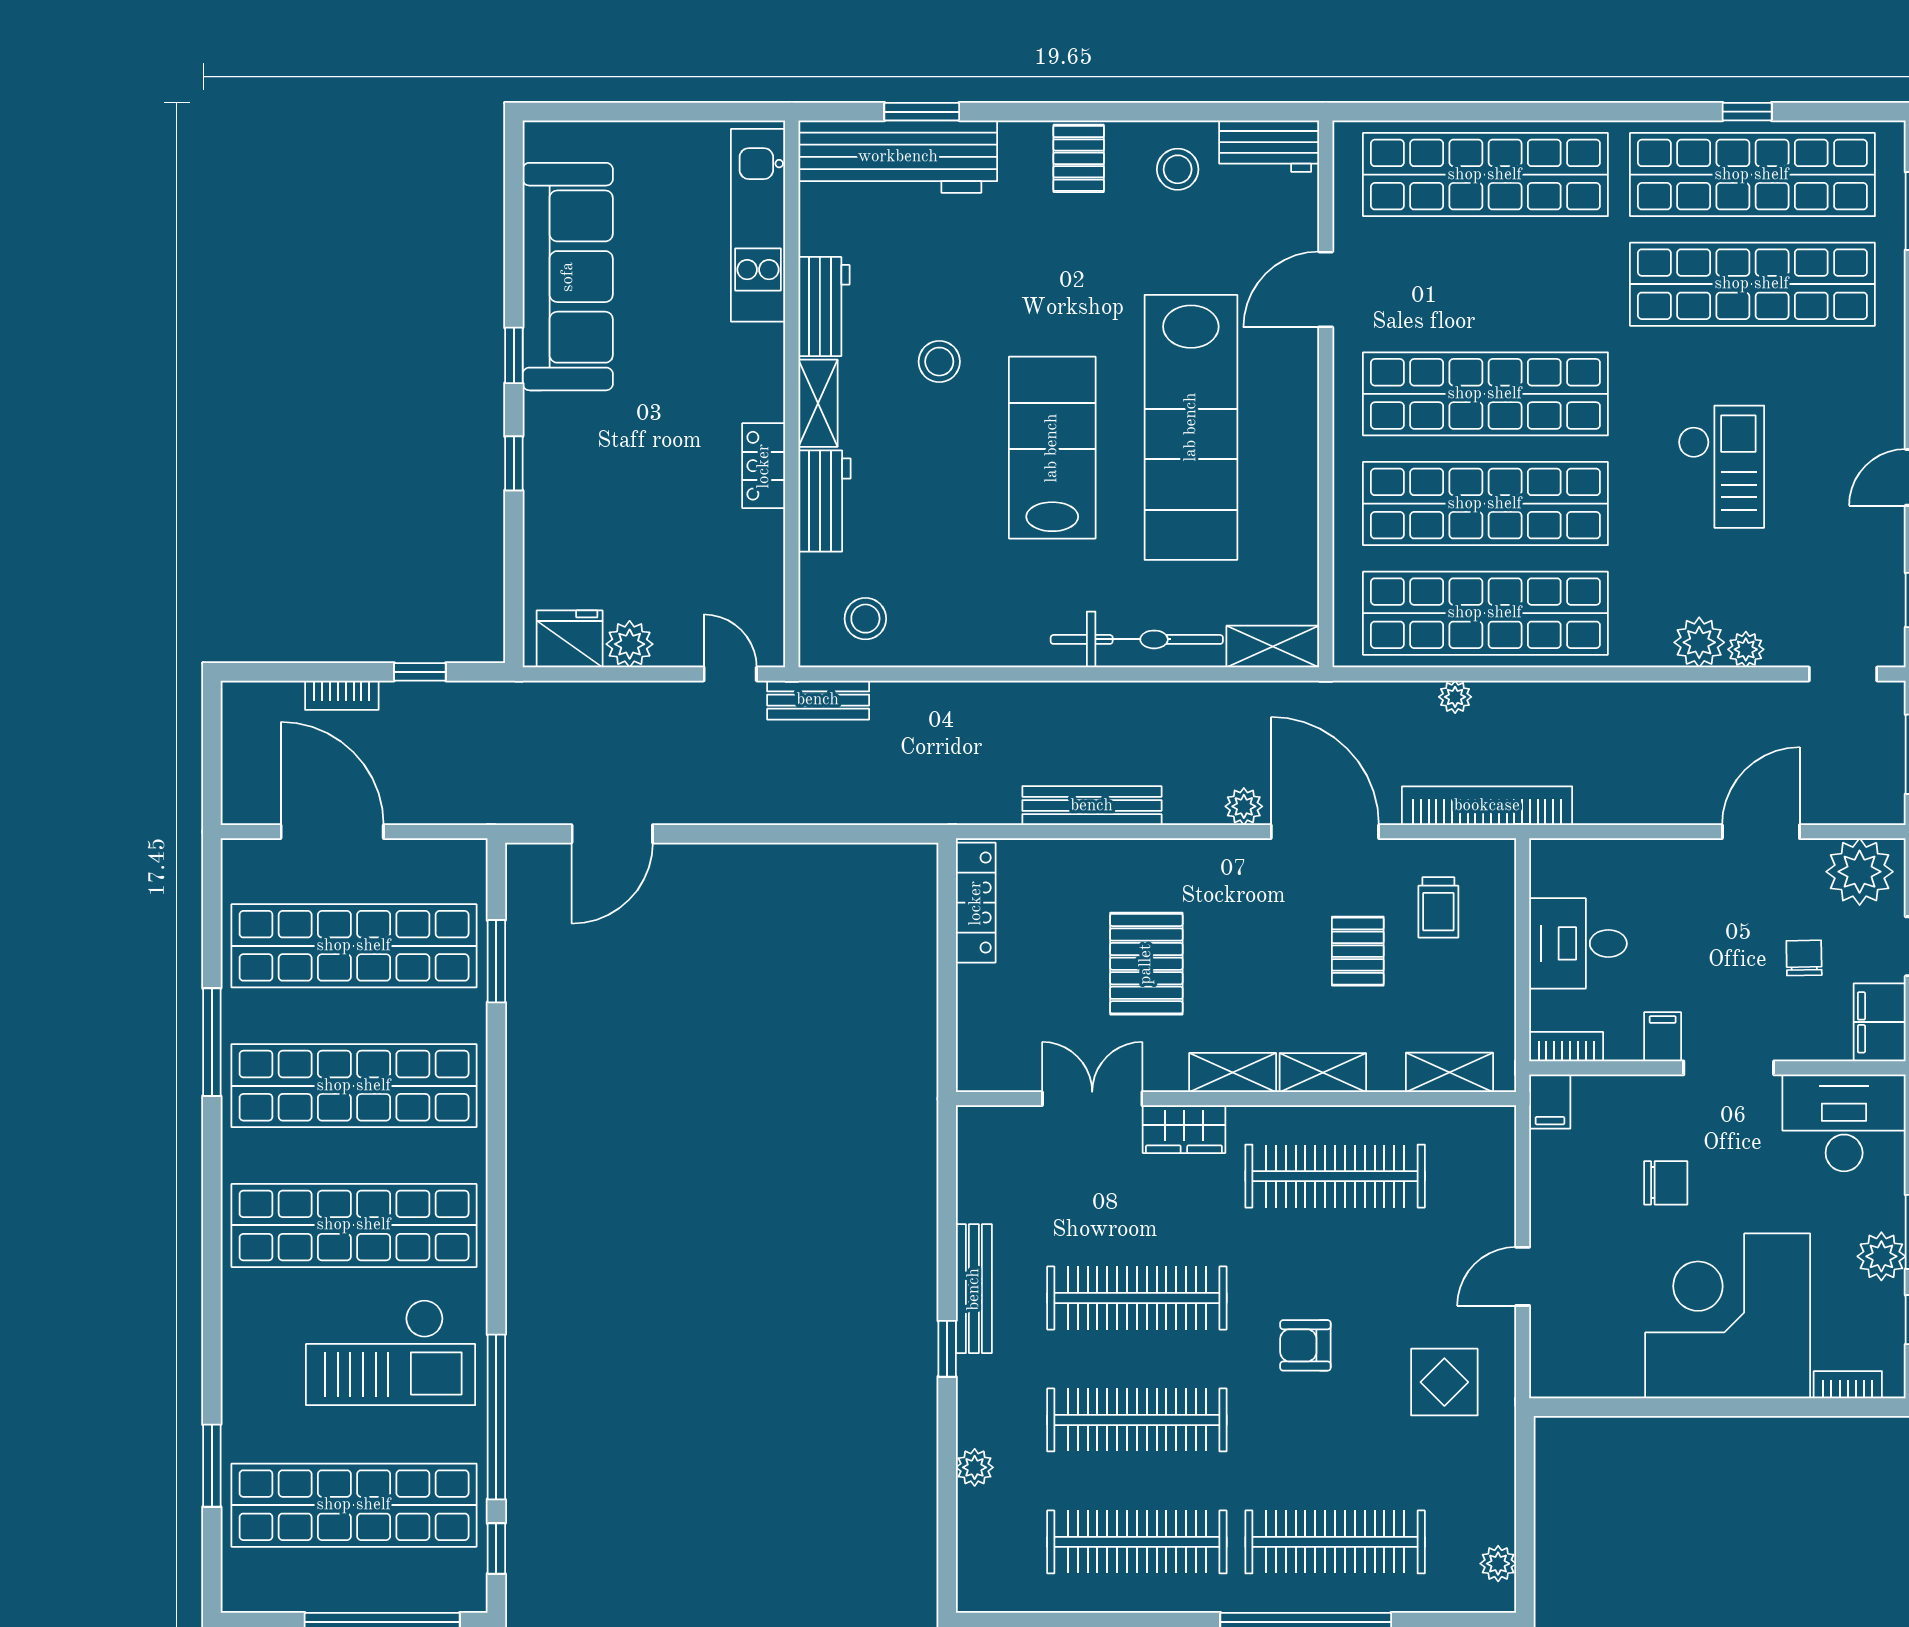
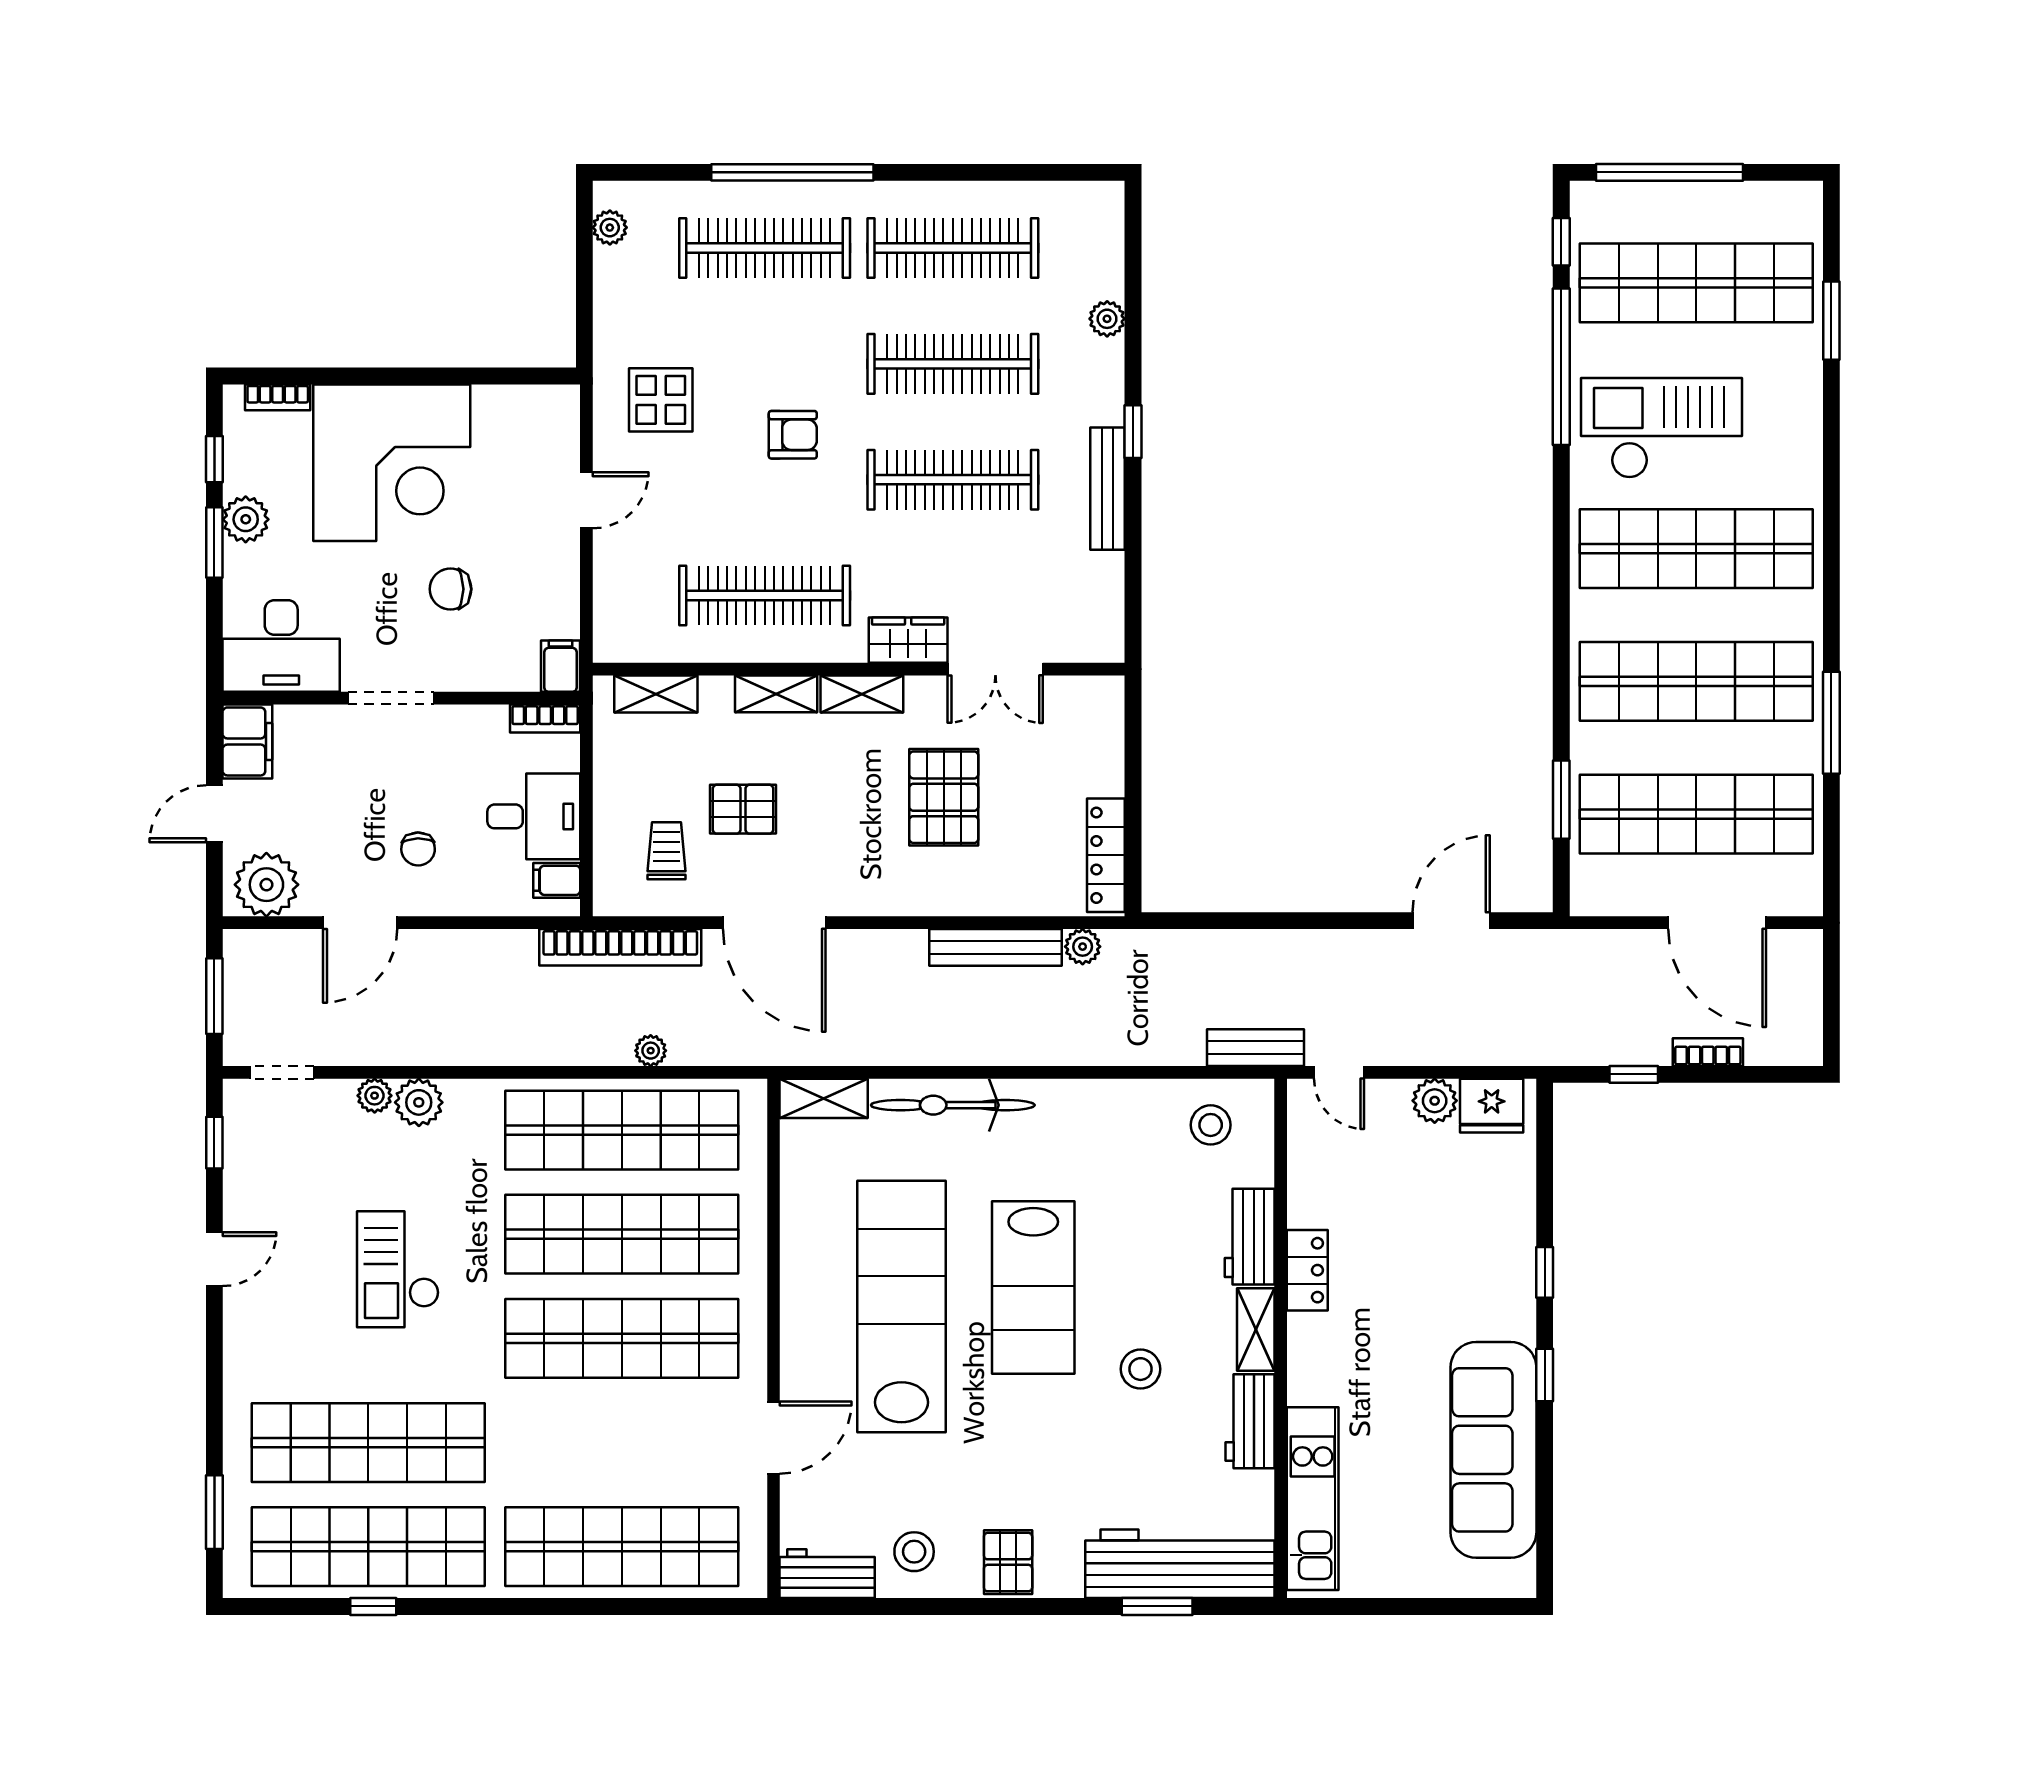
plant: (1244, 806) -> (1083, 947), moved
pallet: (1358, 951) -> (743, 809), turned 90
chair: (1804, 958) -> (418, 849), moved
filing cabinet: (1663, 1037) -> (557, 880), moved, turned 90

